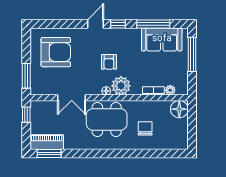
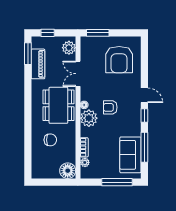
plant: (43, 108) -> (69, 48), added
window: (26, 115) -> (48, 33), moved
piano: (47, 142) -> (38, 64), moved

